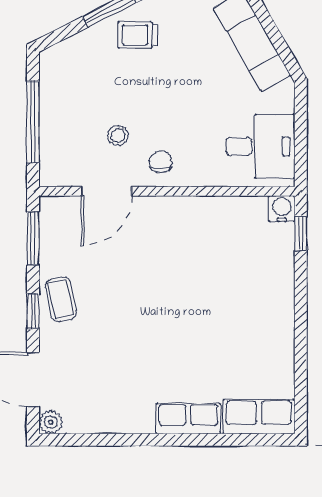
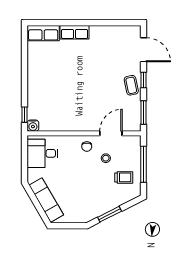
trolley: (138, 35) -> (124, 177), moved
plant: (51, 422) -> (136, 31), removed

